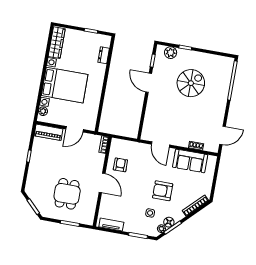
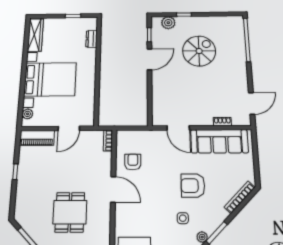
door: (149, 83) -> (149, 59), swing flipped
sofa: (190, 161) -> (219, 141), width x1.36
floor lamp: (169, 222) -> (210, 226), removed

